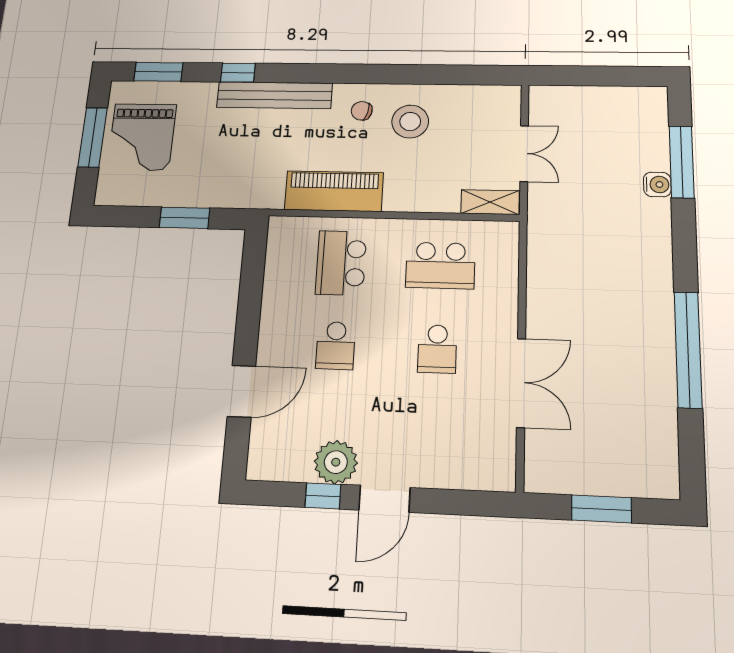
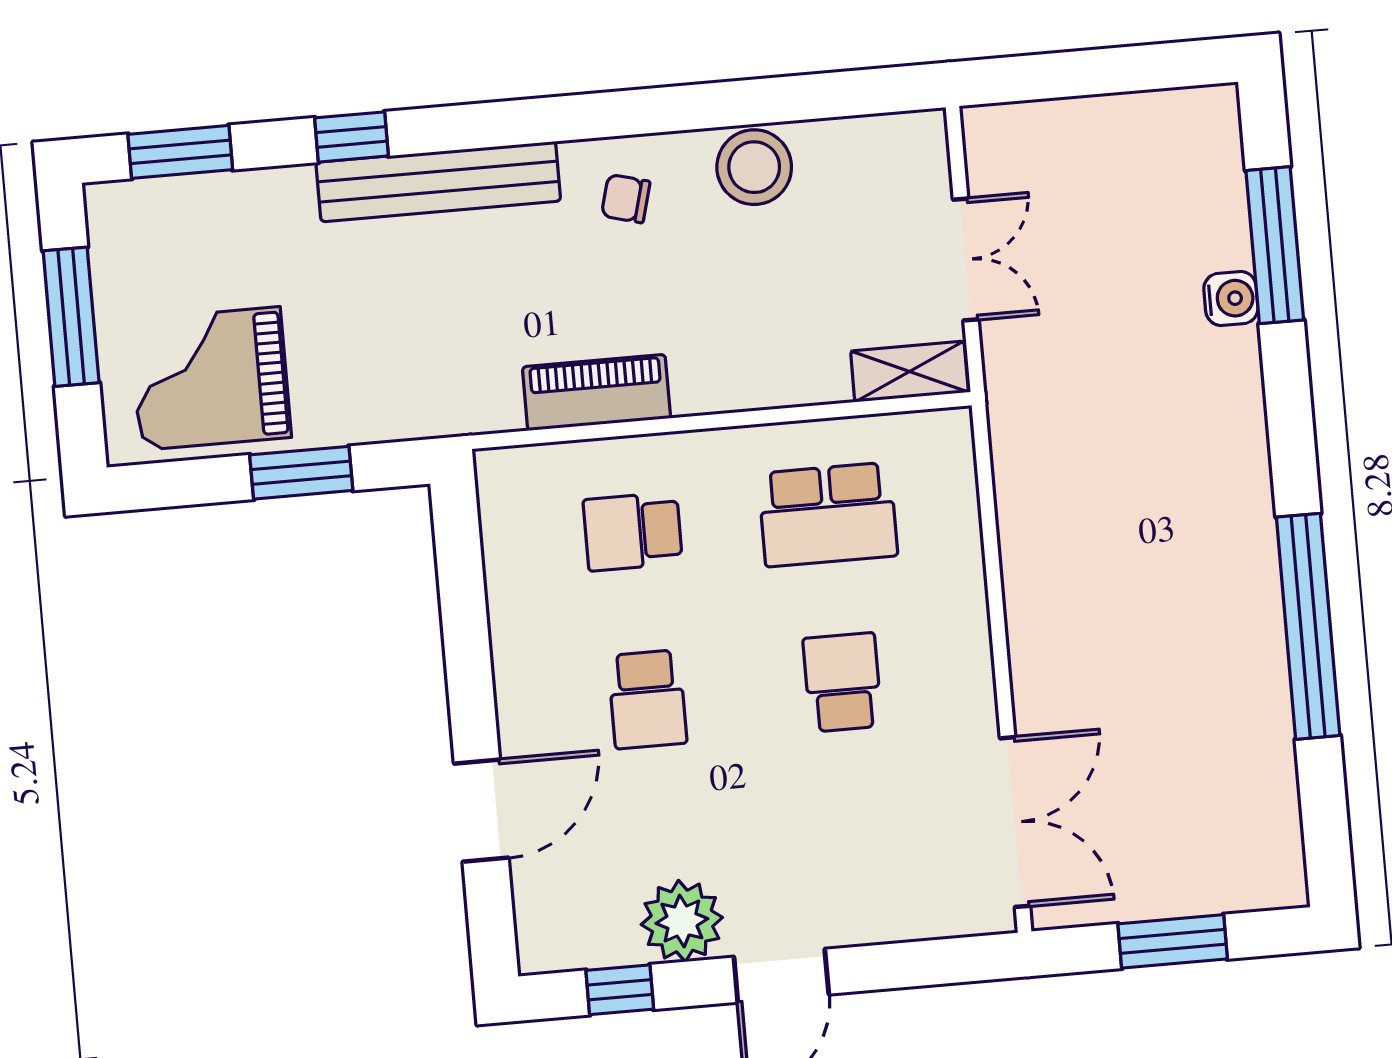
stool: (410, 122) -> (754, 167), moved
grand piano: (142, 137) -> (210, 378), moved, turned 90
piano: (334, 191) -> (596, 392), width x0.73, depth x0.75
school desk: (341, 263) -> (633, 532), width x0.54
school desk: (437, 349) -> (842, 682), turned 180
double door: (521, 383) -> (1015, 822), moved
window: (323, 496) -> (620, 990), moved

